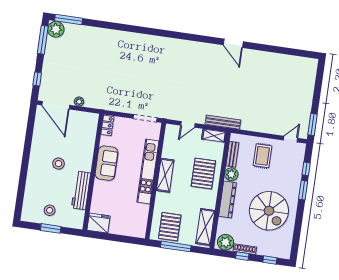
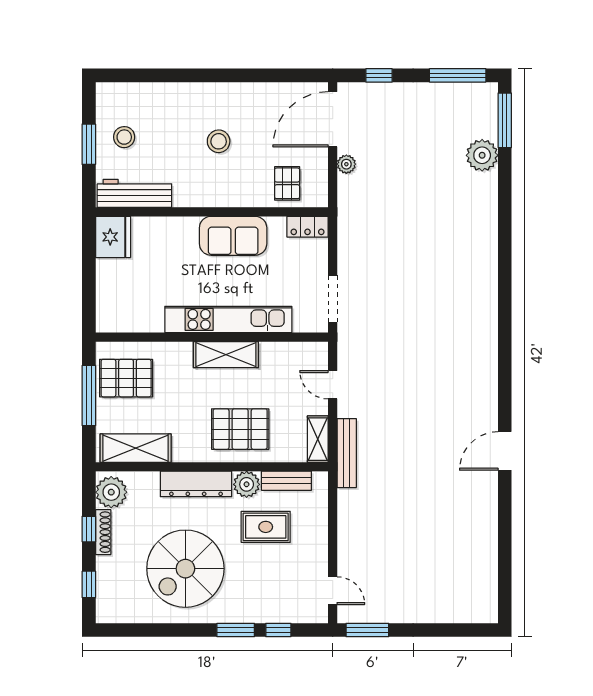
plant: (56, 29) -> (482, 155), moved
pallet: (84, 132) -> (287, 183), added
rug: (262, 156) -> (266, 527), moved
workbench: (81, 190) -> (134, 193), moved

